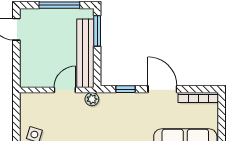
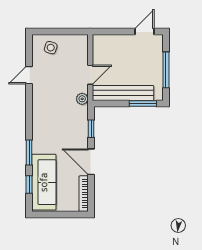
door: (162, 89) -> (91, 162), swing flipped
door: (65, 90) -> (90, 75), hinge flipped

